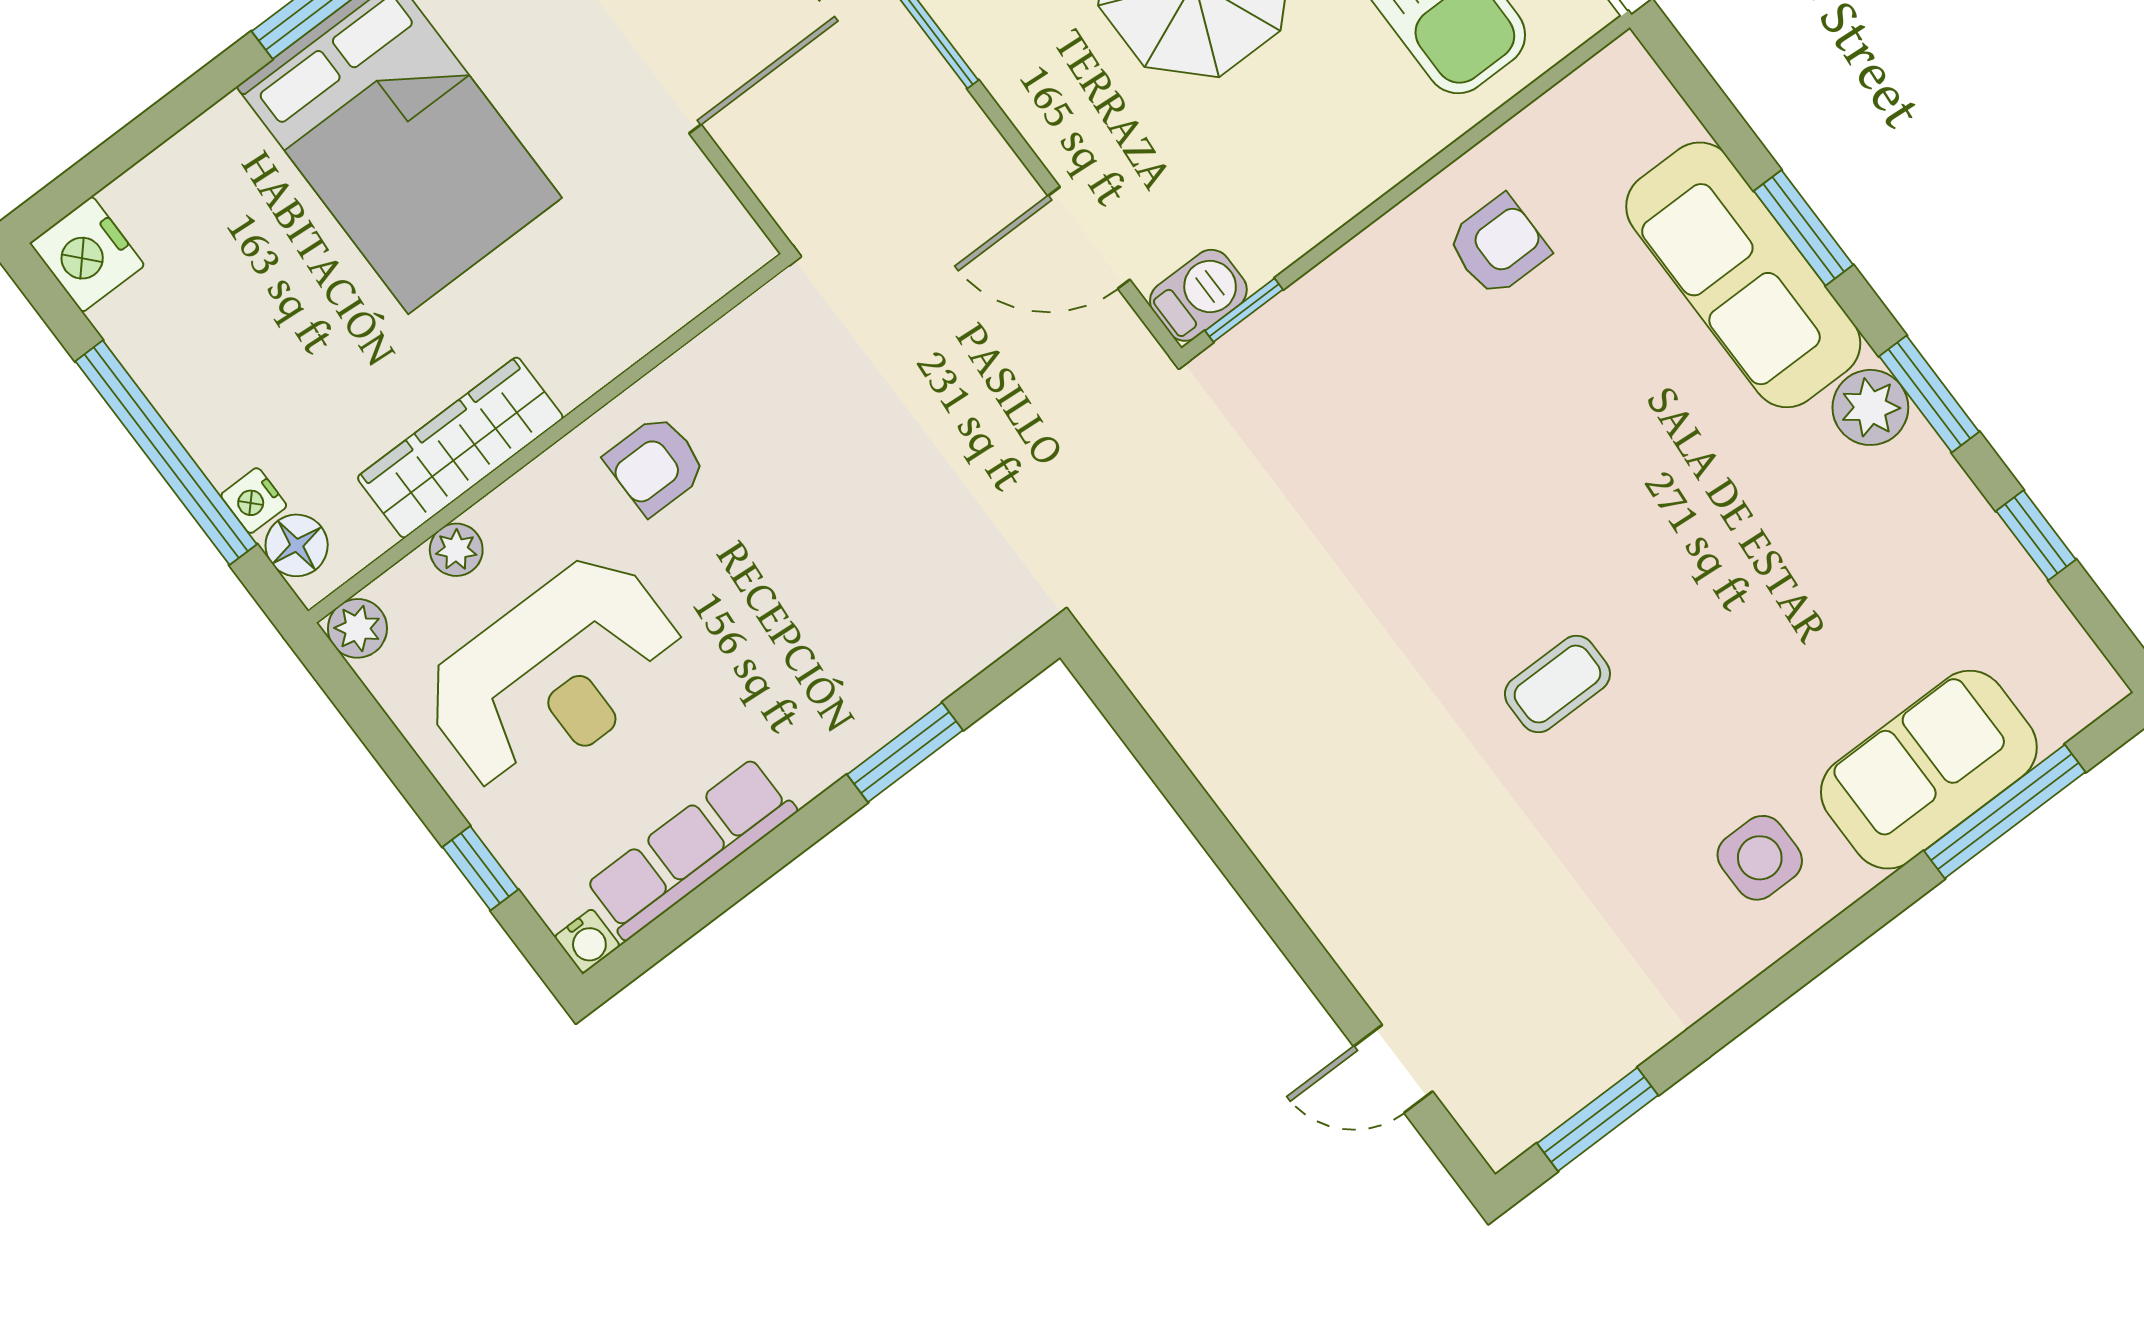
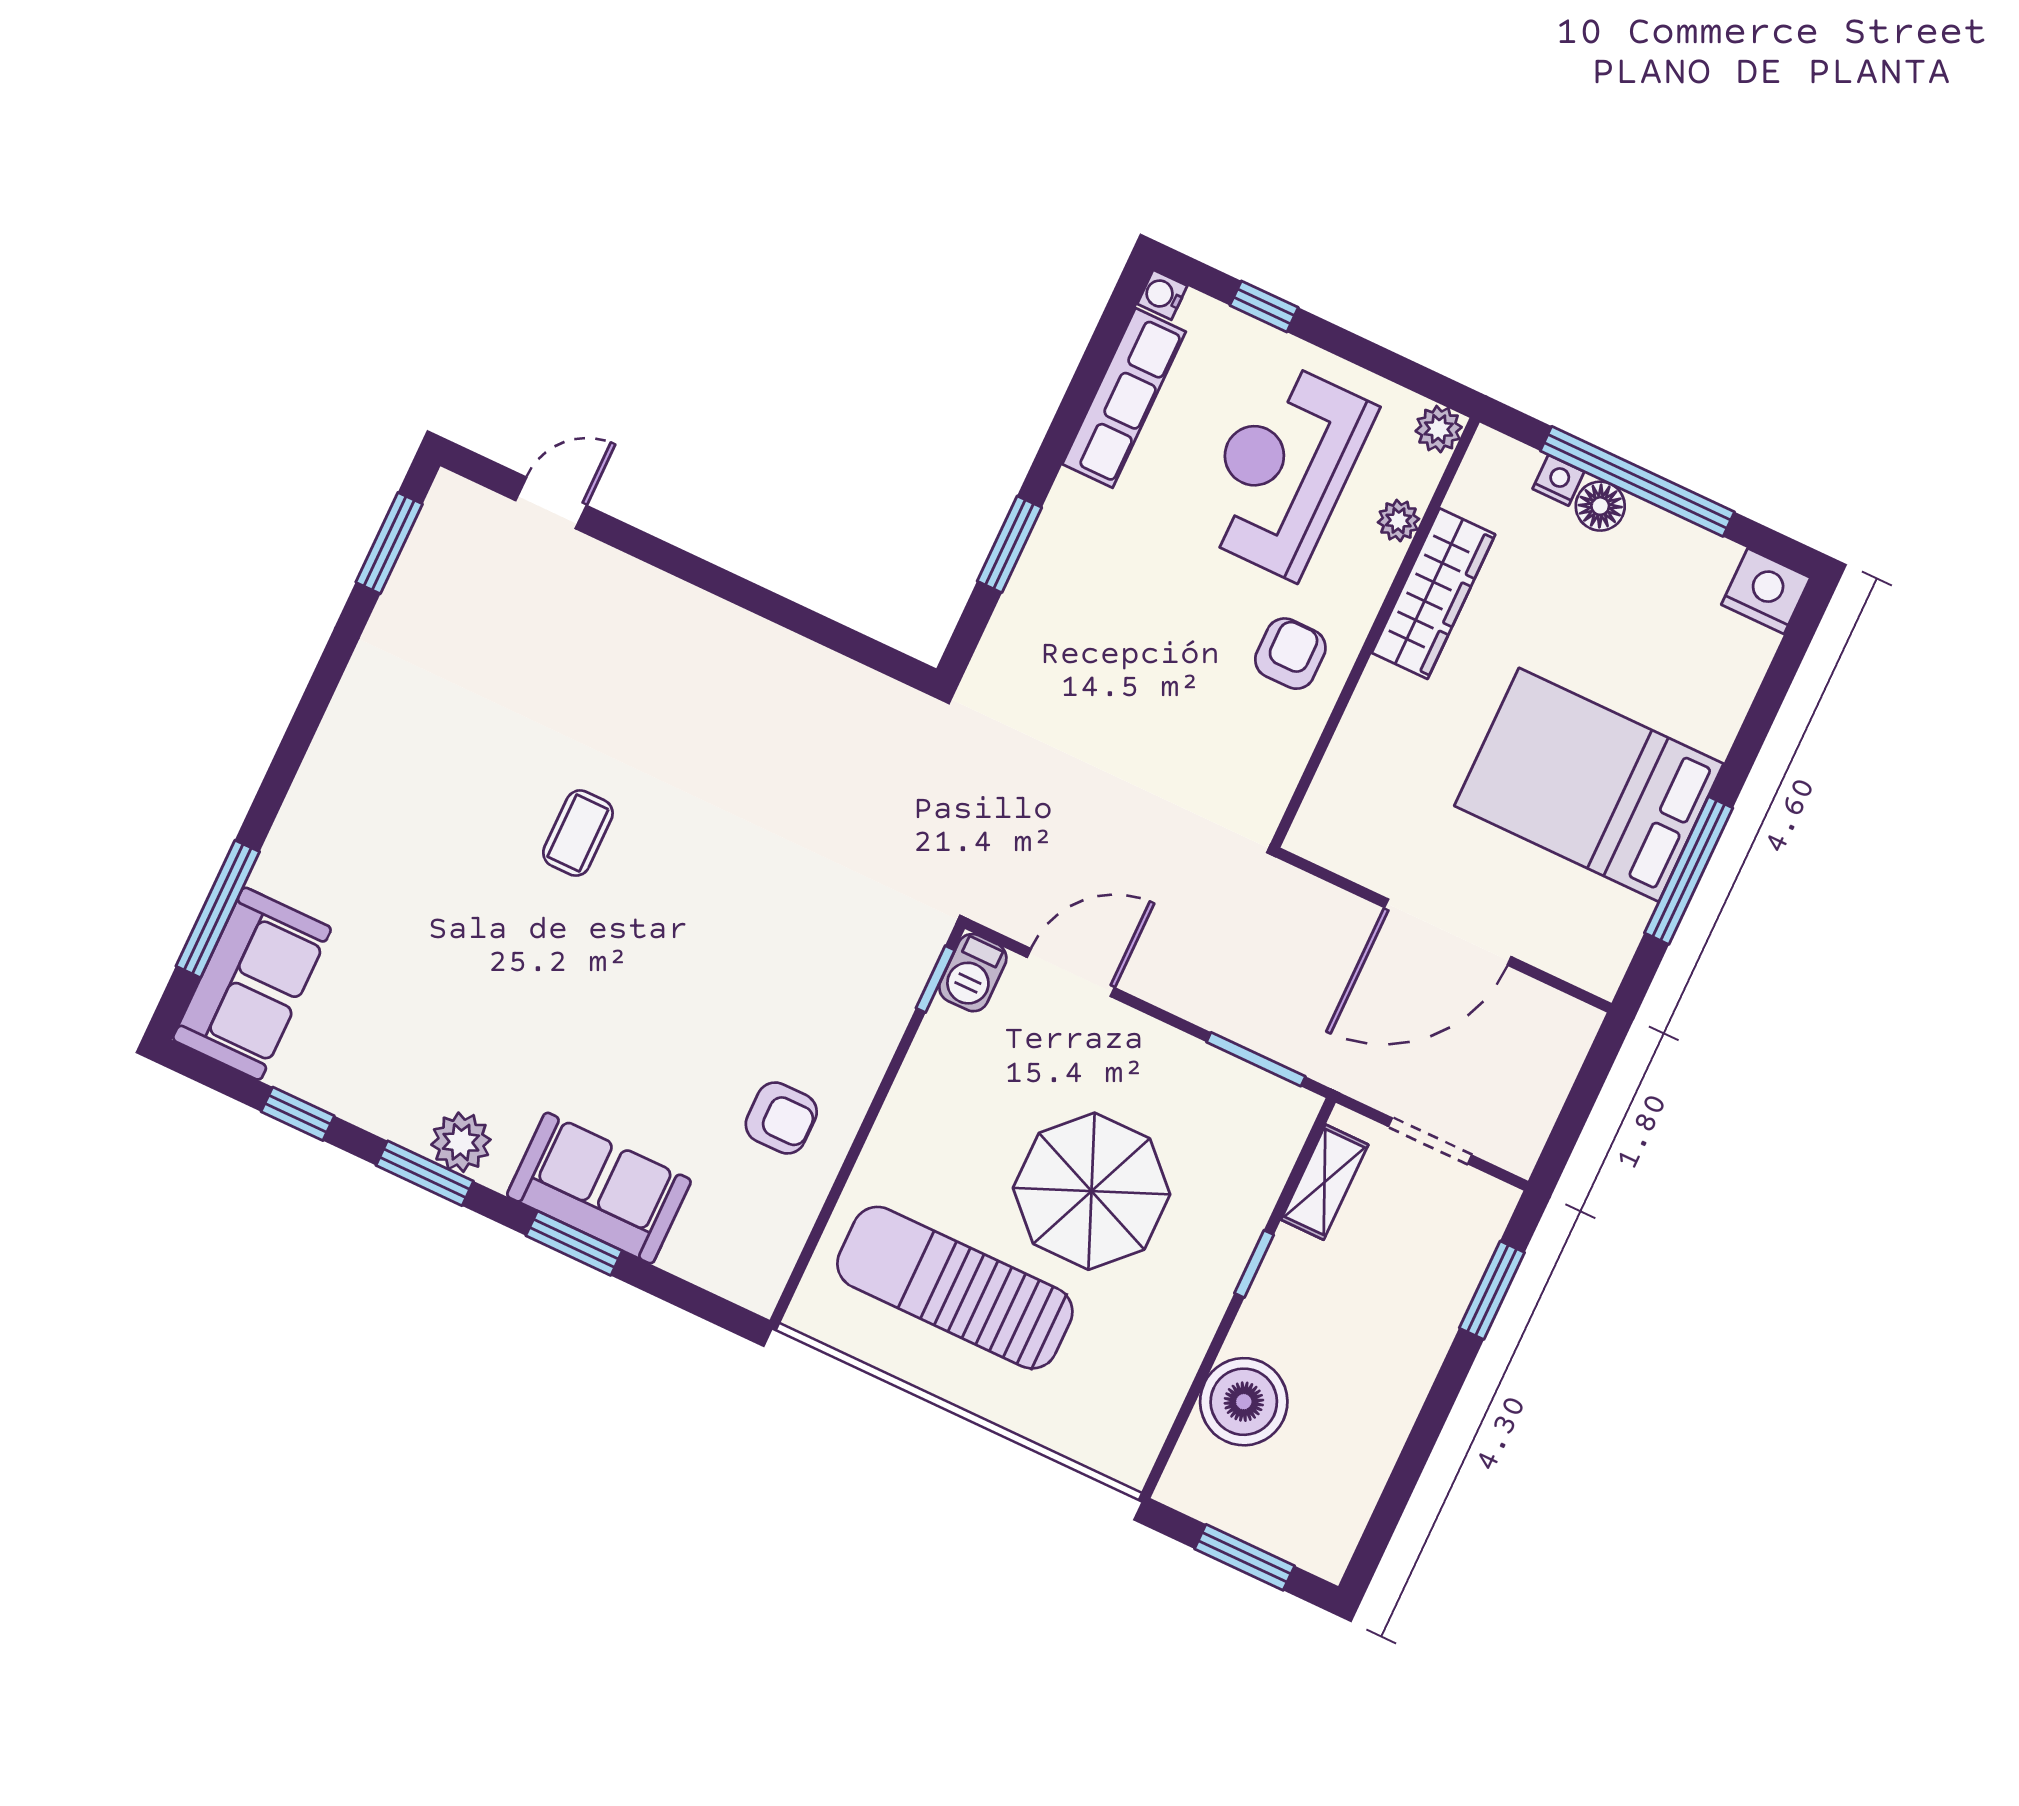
armchair: (1498, 246) -> (781, 1118), turned -90
sofa: (1743, 275) -> (599, 1188), width x0.73
floor lamp: (297, 545) -> (1600, 506), moved
sofa: (1929, 770) -> (252, 984), moved
side table: (1760, 858) -> (372, 786), removed

